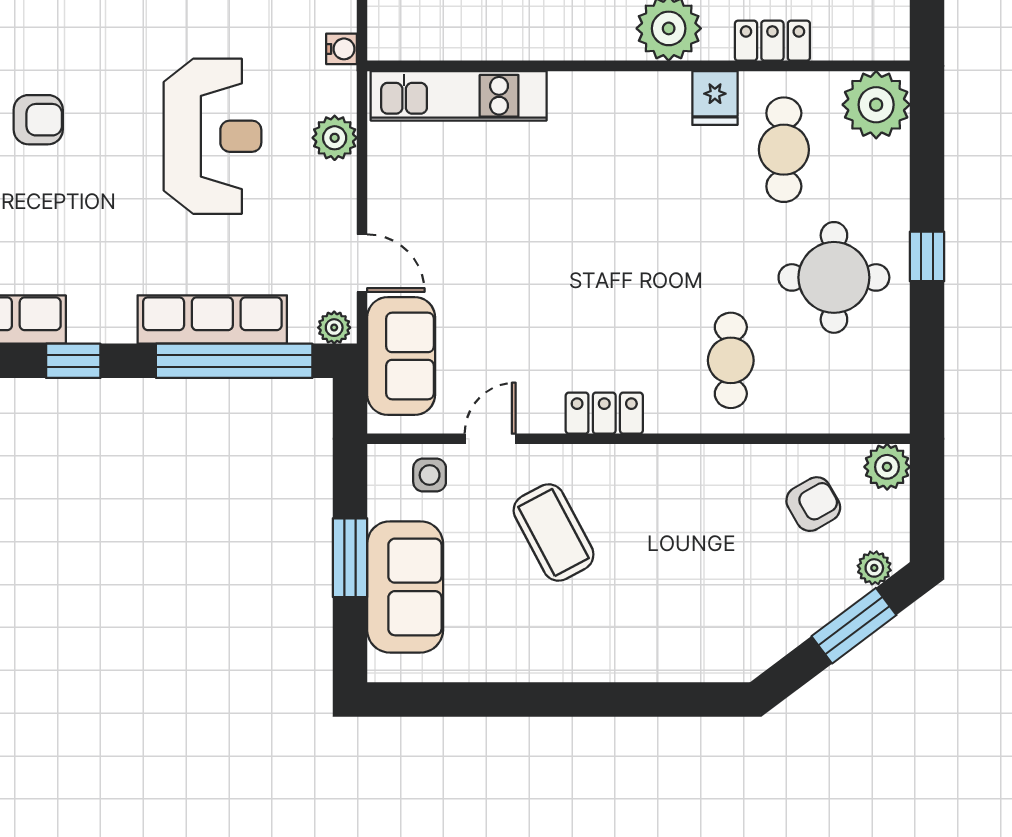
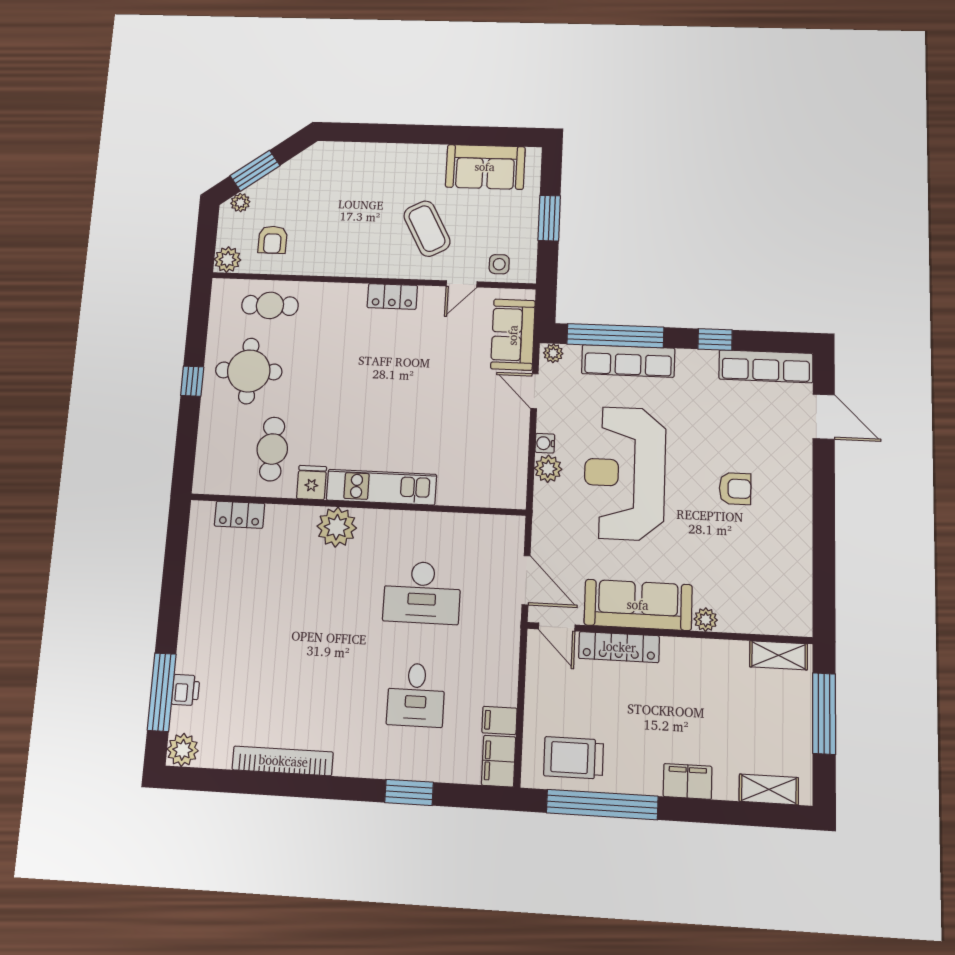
locker: (772, 41) -> (240, 515), moved
water cooler: (342, 49) -> (545, 443), moved
kitchen unit: (459, 96) -> (381, 487), moved
plant: (876, 105) -> (214, 474), removed
armchair: (38, 120) -> (735, 489), turned 180
reception desk: (213, 136) -> (625, 473), width x1.36, depth x1.30
cafe table: (731, 360) -> (270, 305), moved, turned 90
armchair: (813, 504) -> (273, 240), turned -60
sofa: (405, 587) -> (485, 167), moved, turned -90

